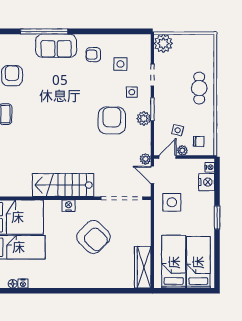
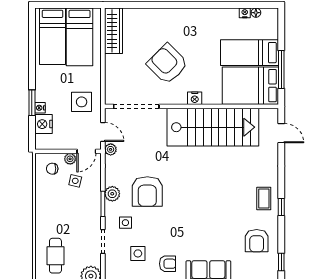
cafe table: (199, 88) -> (55, 256), moved
nightstand: (210, 167) -> (40, 108), moved
stairs: (63, 185) -> (213, 127), width x1.36, depth x1.51
window: (217, 218) -> (32, 103), moved

